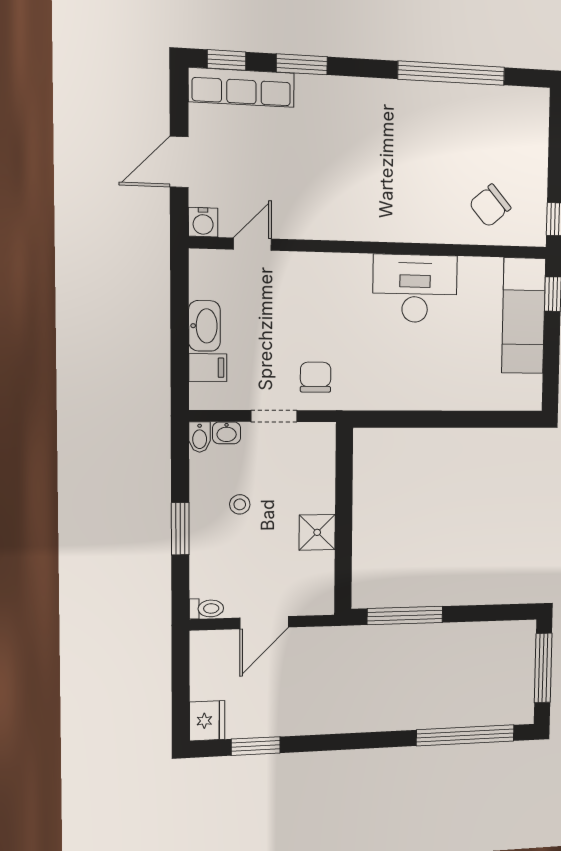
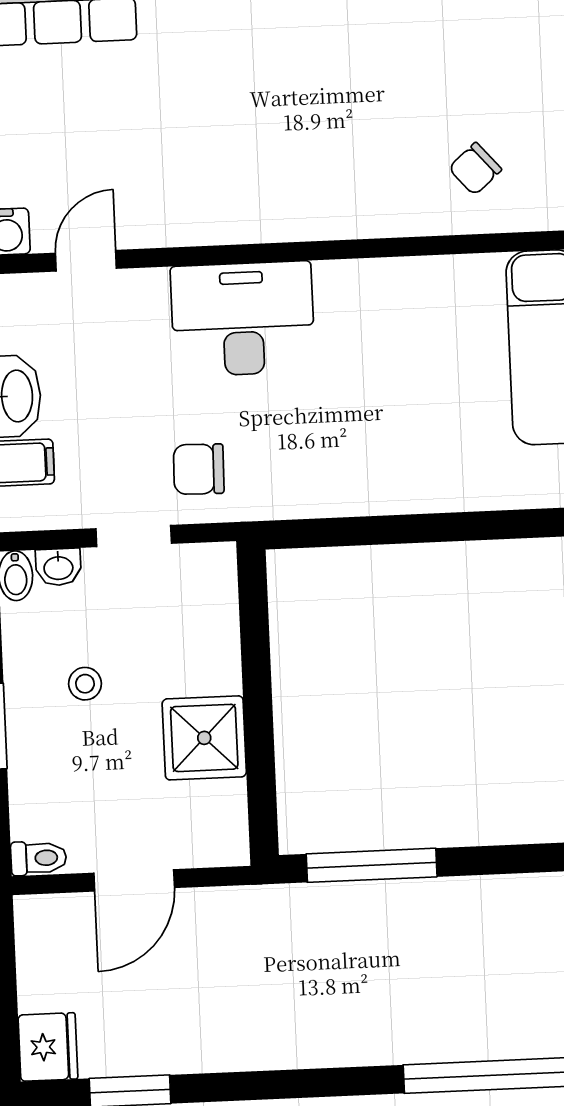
chair: (490, 206) -> (475, 169), width x0.73, depth x0.73
desk: (415, 289) -> (243, 319), moved
chair: (316, 377) -> (199, 469), turned -89
shower: (317, 532) -> (204, 738), width x1.36, depth x1.36

